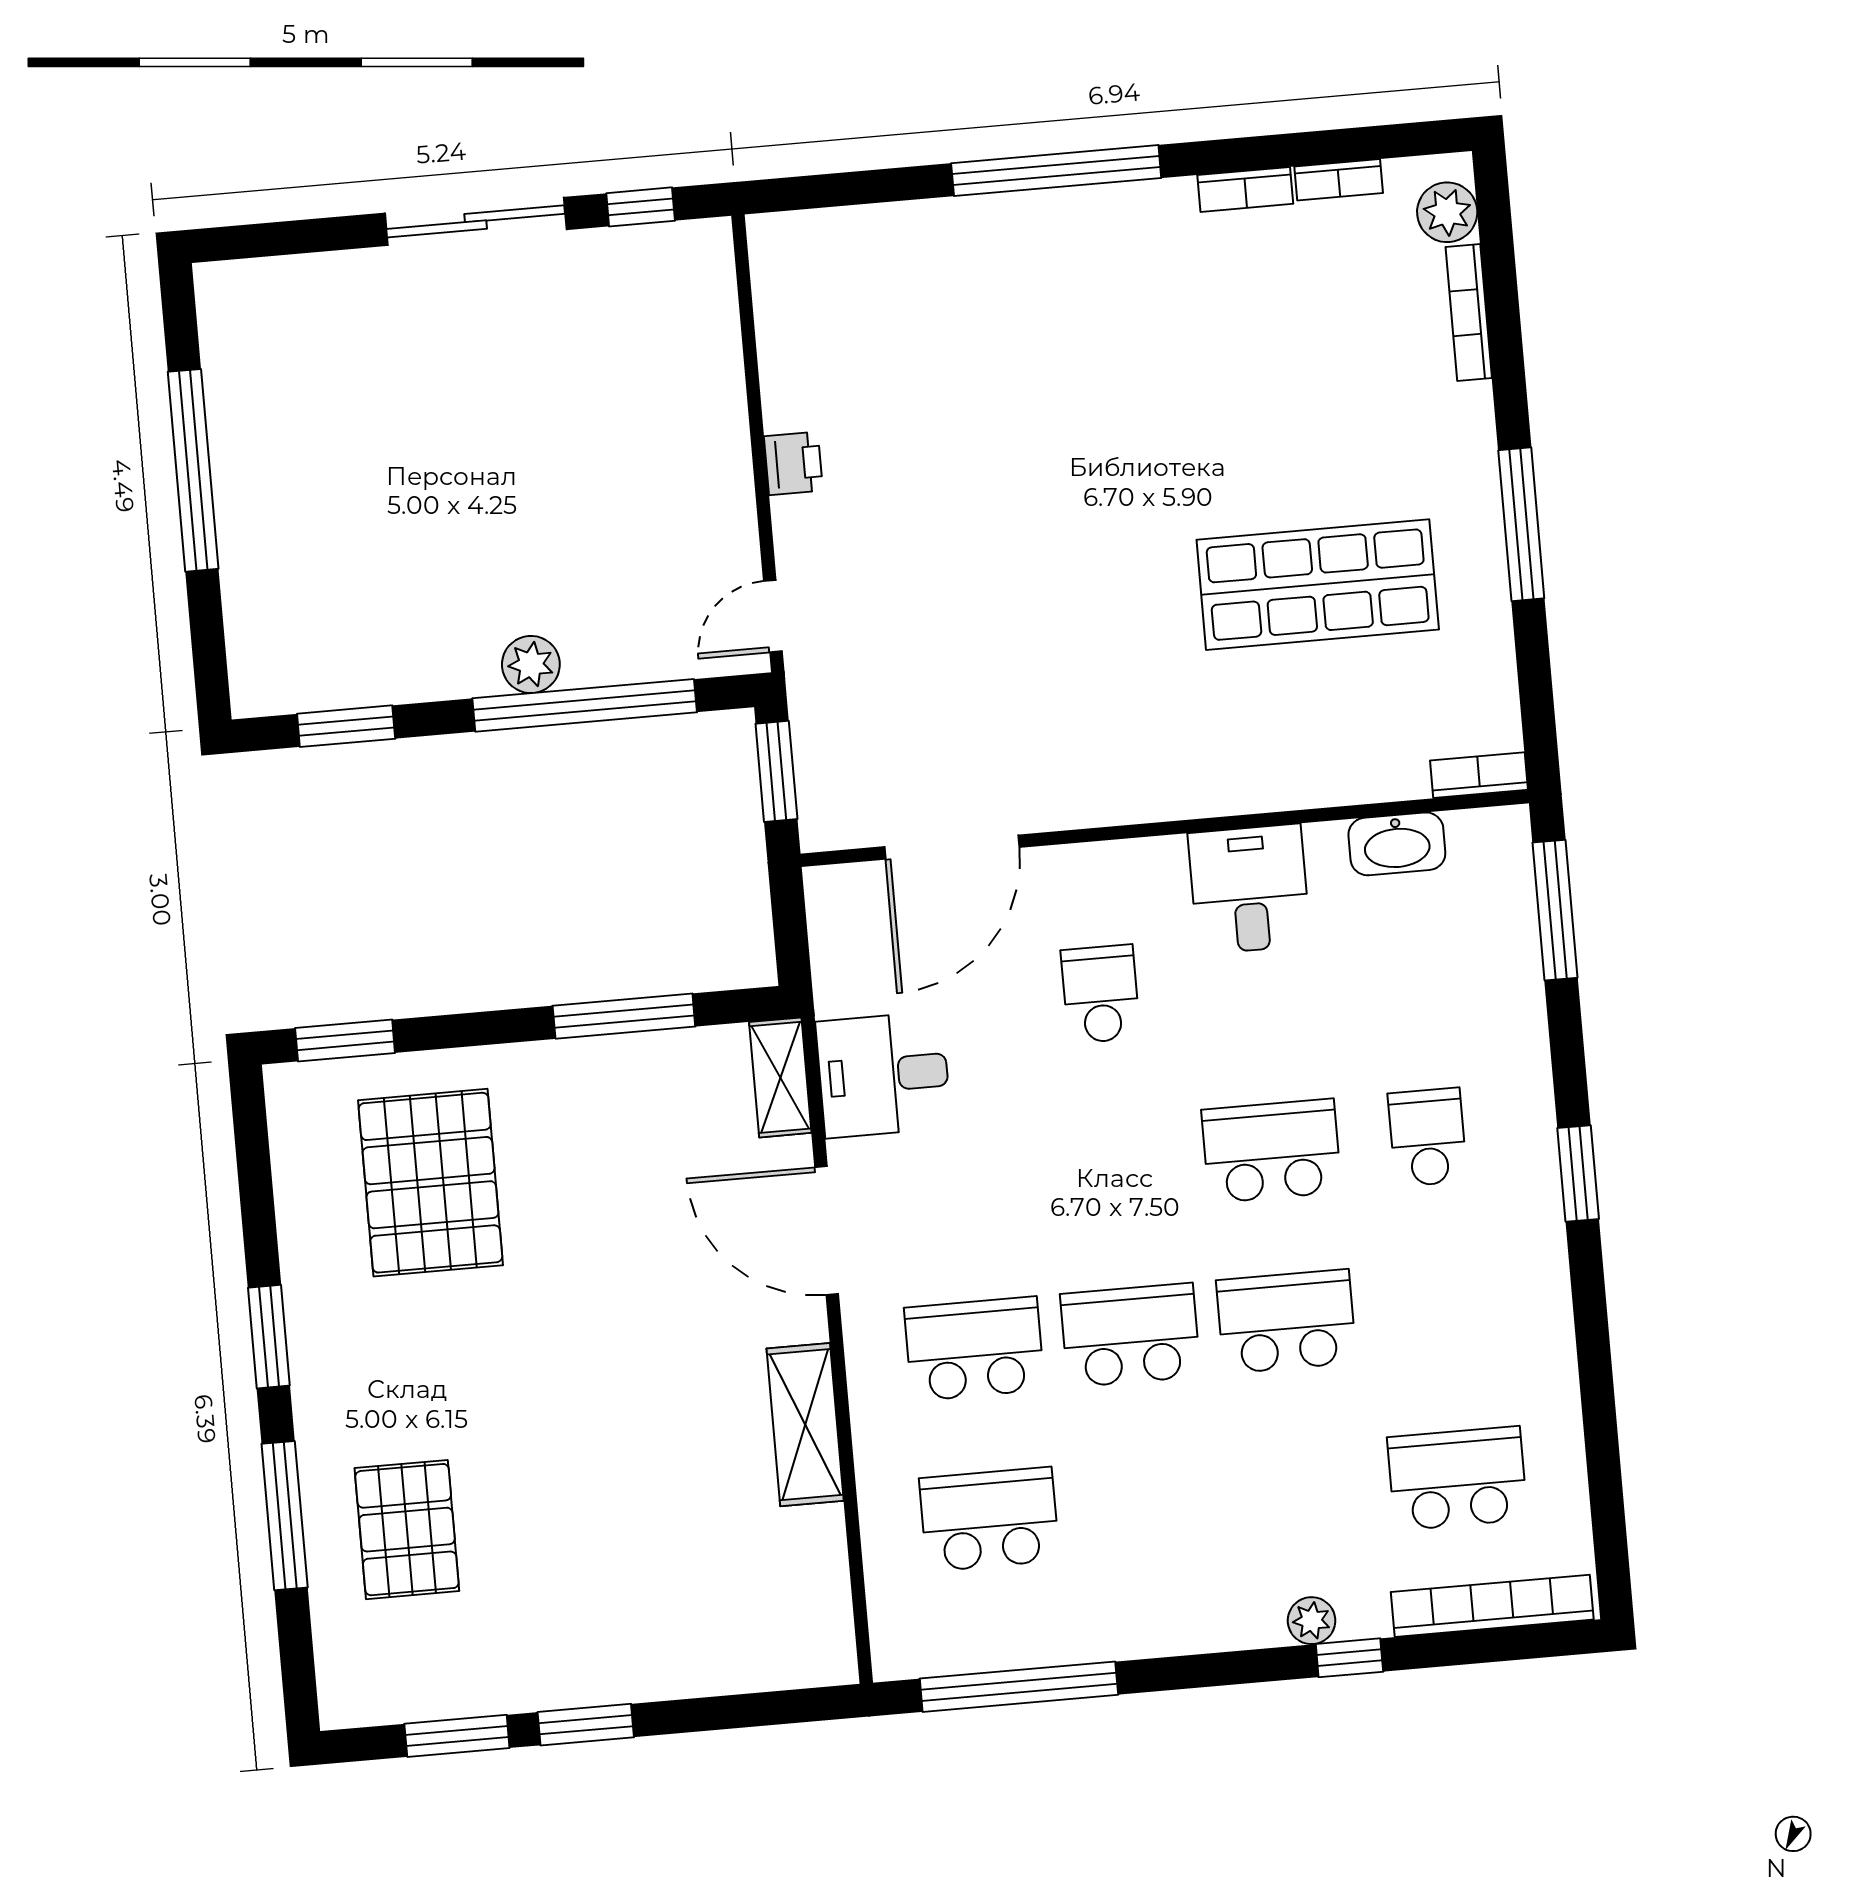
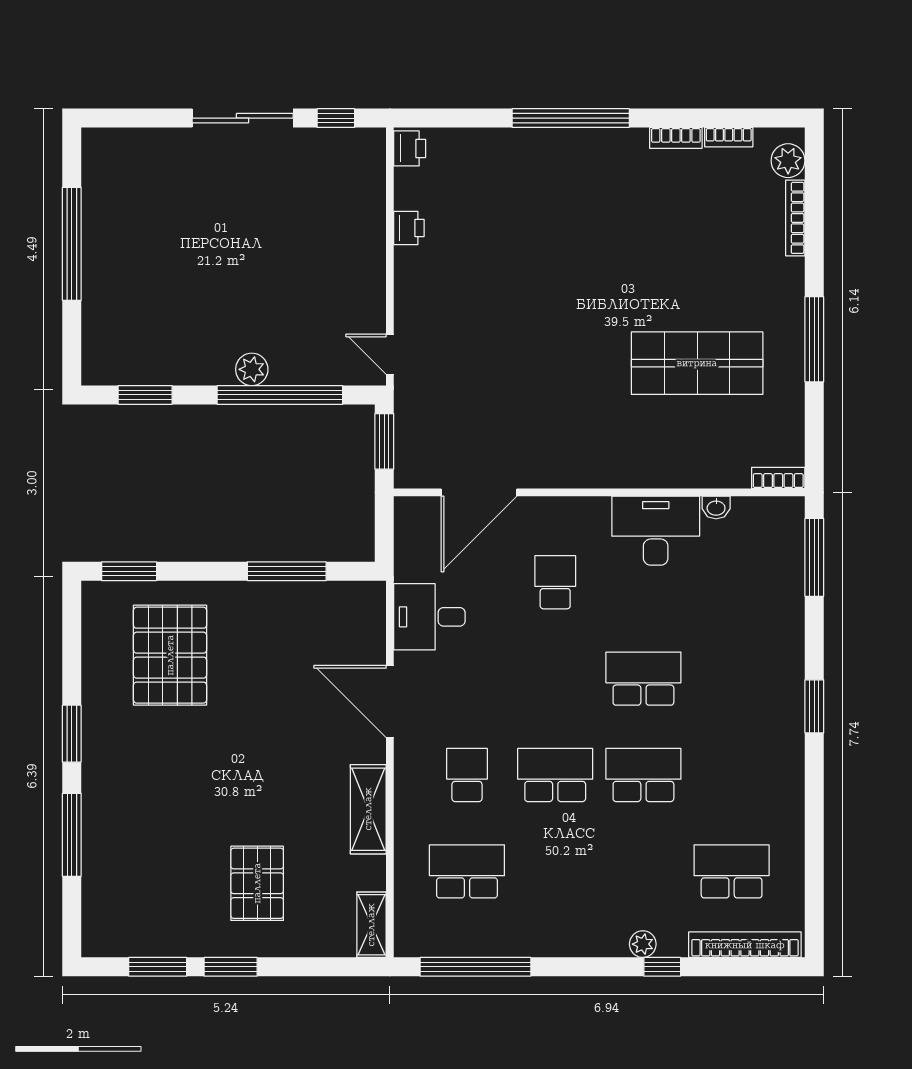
printer: (776, 249) -> (410, 148), added
printer: (793, 463) -> (409, 228), moved
door: (773, 616) -> (390, 354), hinge flipped
washbasin: (1397, 844) -> (716, 507), width x0.52, depth x0.69
desk: (1249, 889) -> (656, 531), width x1.37
shelving: (780, 1077) -> (371, 925), moved
school desk: (1428, 1137) -> (732, 679), removed
school desk: (974, 1349) -> (467, 775), width x0.54
pallet: (407, 1530) -> (257, 883), moved

